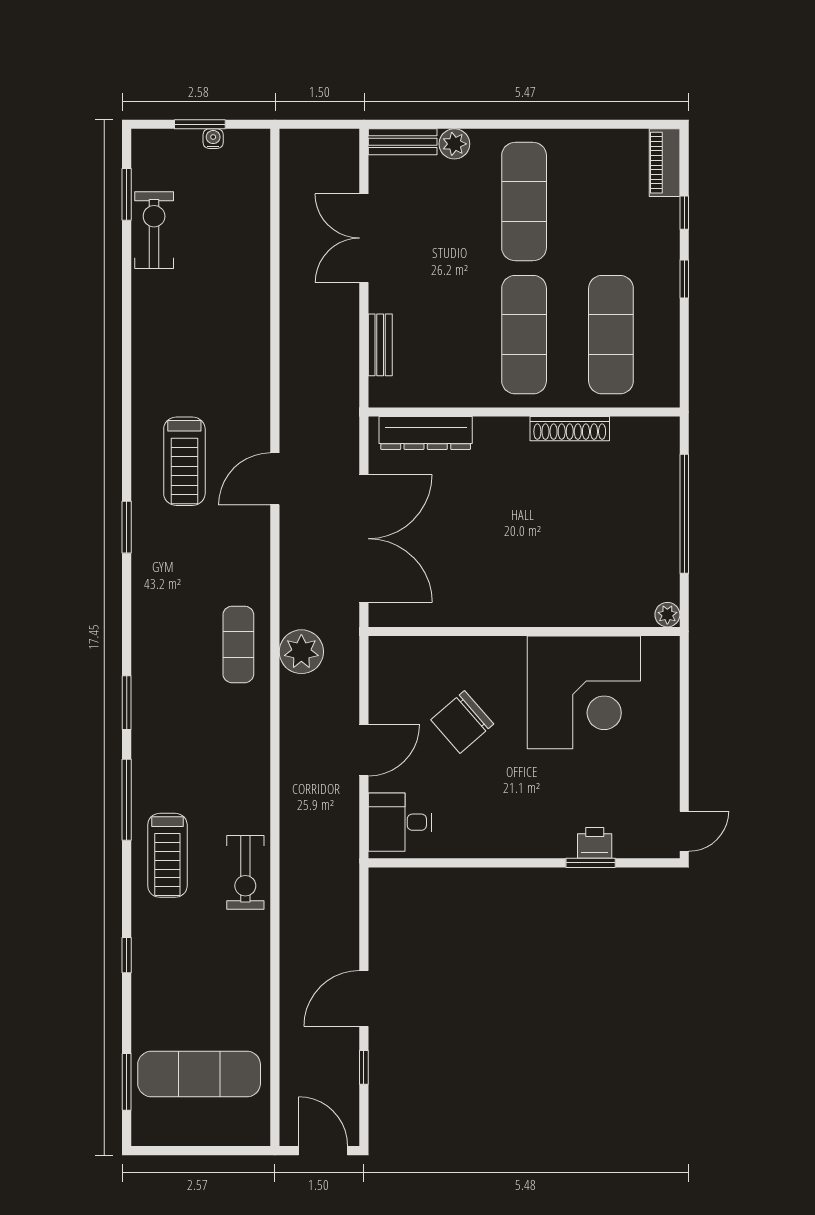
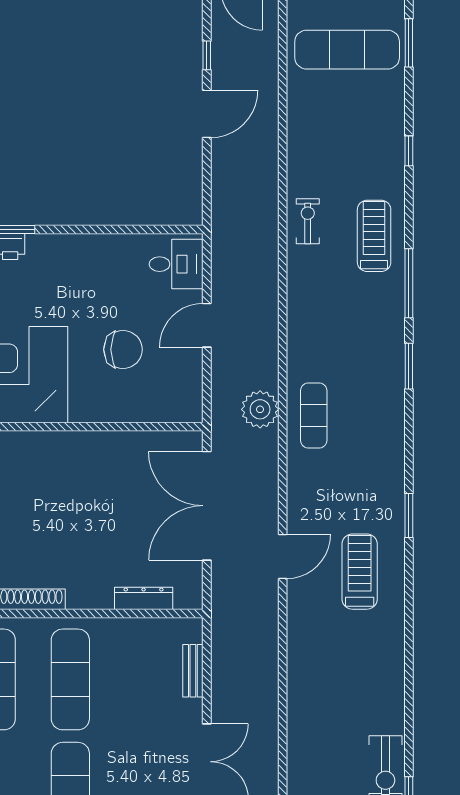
dresser: (426, 433) -> (144, 598), width x0.73, depth x0.80
chair: (462, 722) -> (123, 349), turned 41
exercise bike: (245, 872) -> (308, 221), width x0.73, depth x0.72

